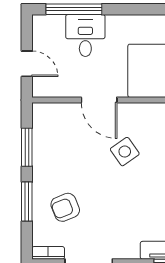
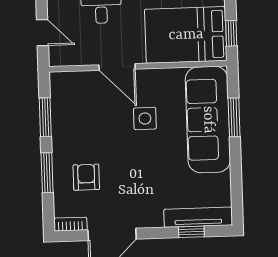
side table: (125, 152) -> (145, 118), turned 35
armchair: (65, 207) -> (86, 177), turned 112

